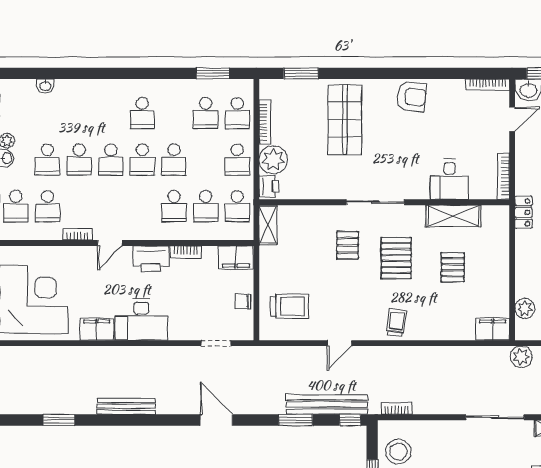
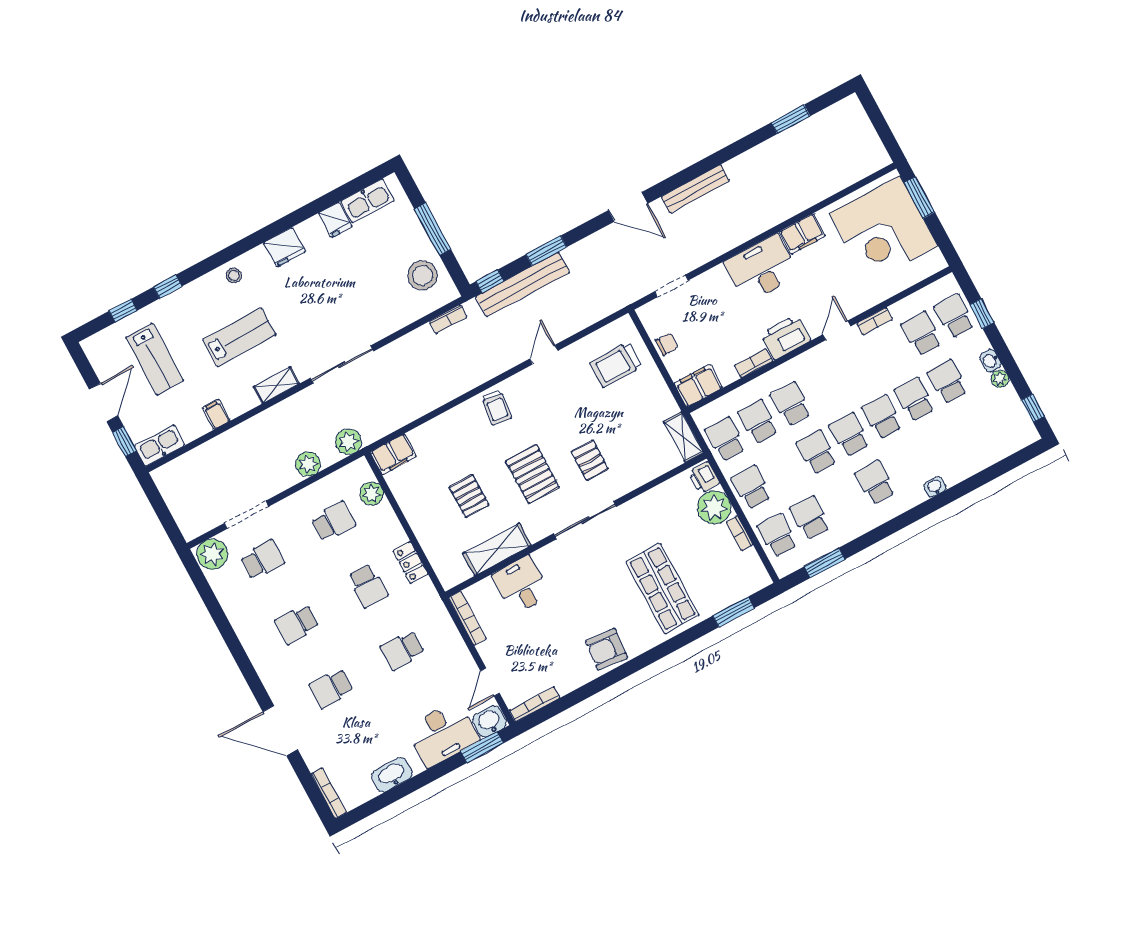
washbasin: (45, 86) -> (935, 487), moved
bookcase: (265, 122) -> (740, 533), width x0.64
locker: (523, 212) -> (410, 562), moved
bench: (126, 406) -> (695, 189), moved

